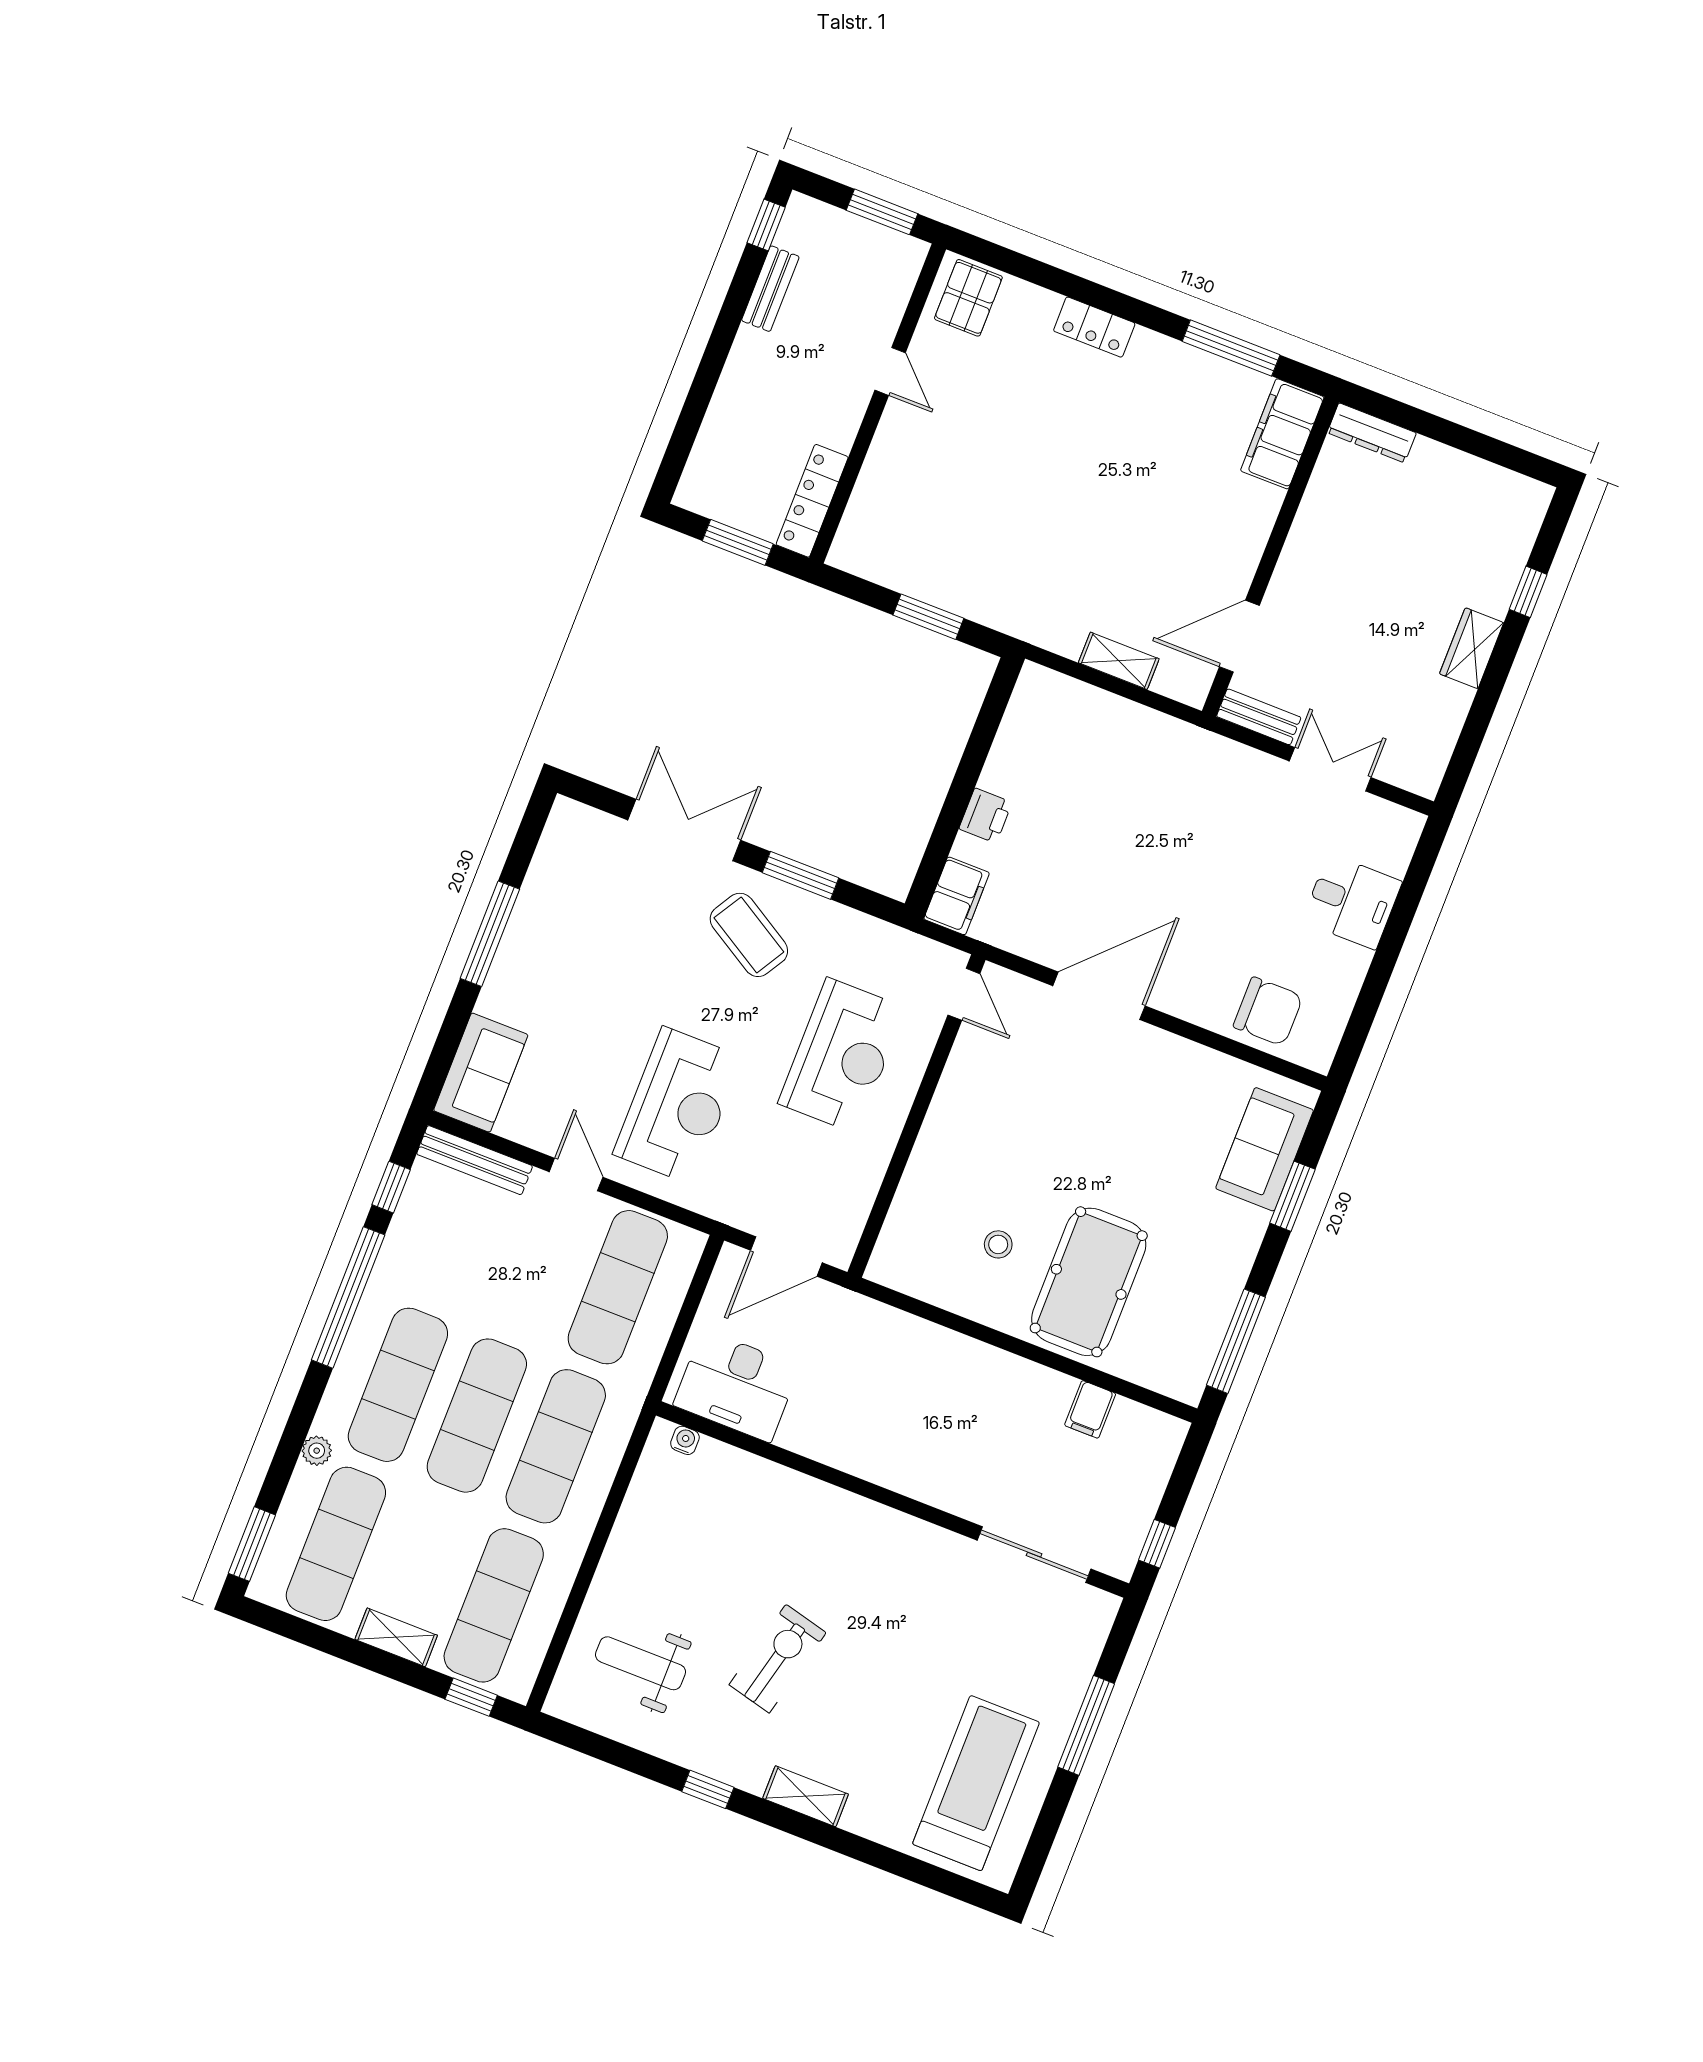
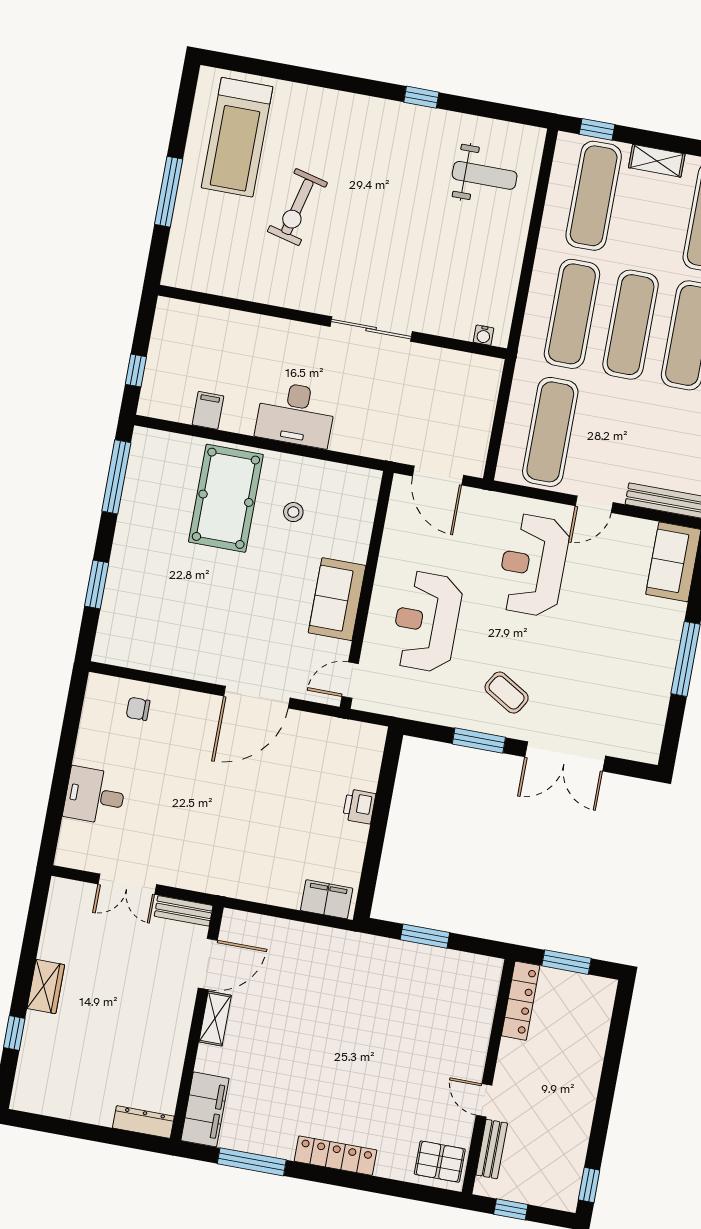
window: (882, 212) -> (511, 1209), width x0.67
bench: (770, 289) -> (492, 1149), moved
pallet: (968, 298) -> (440, 1162), turned 90
locker: (1094, 327) -> (336, 1156), width x1.53
shelving: (1119, 661) -> (215, 1019), moved, turned 90
filing cabinet: (957, 896) -> (327, 899), moved, turned 90
coffee table: (749, 935) -> (507, 693), width x0.73, depth x0.77
door: (964, 994) -> (350, 680), hinge flipped
chair: (1268, 1011) -> (138, 709), width x0.54, depth x0.54
sofa: (1265, 1149) -> (337, 599), moved, turned 180
door: (576, 1174) -> (594, 504), hinge flipped
door: (786, 1256) -> (438, 476), swing flipped
desk: (736, 1386) -> (296, 414), moved, turned 180
window: (1157, 1544) -> (136, 370), moved
sliding door: (1034, 1555) -> (371, 329), moved
exercise bike: (778, 1659) -> (297, 207), moved
shelving: (806, 1796) -> (353, 106), removed

